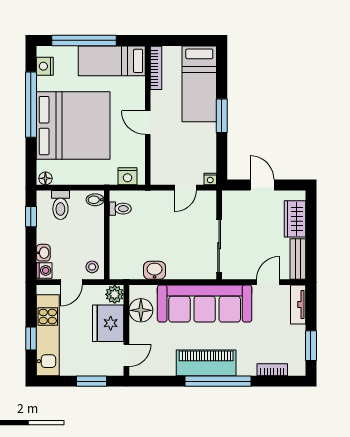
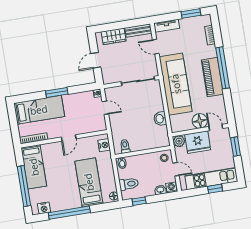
bed: (73, 126) -> (89, 182), width x0.49
floor lamp: (141, 310) -> (200, 121), moved

